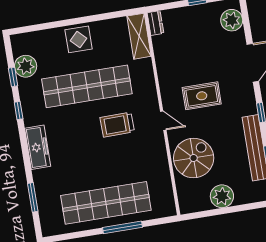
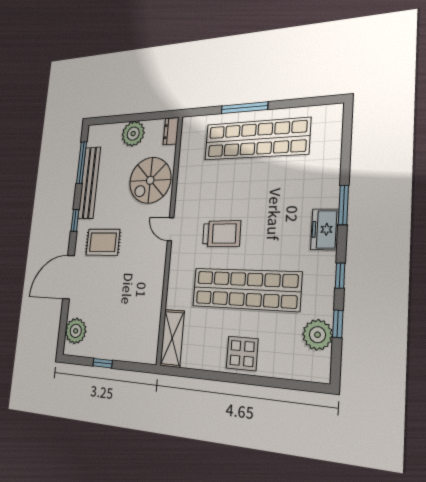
dresser: (155, 23) -> (171, 131), moved
rug: (202, 96) -> (103, 242), moved
freezer: (38, 147) -> (325, 229), width x0.71
window: (33, 197) -> (343, 205), moved

